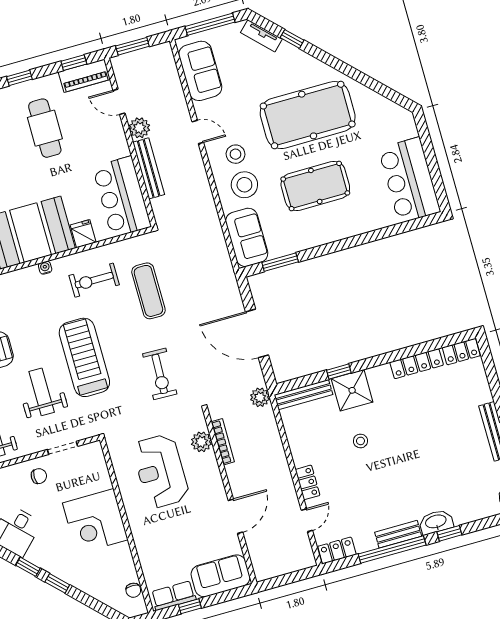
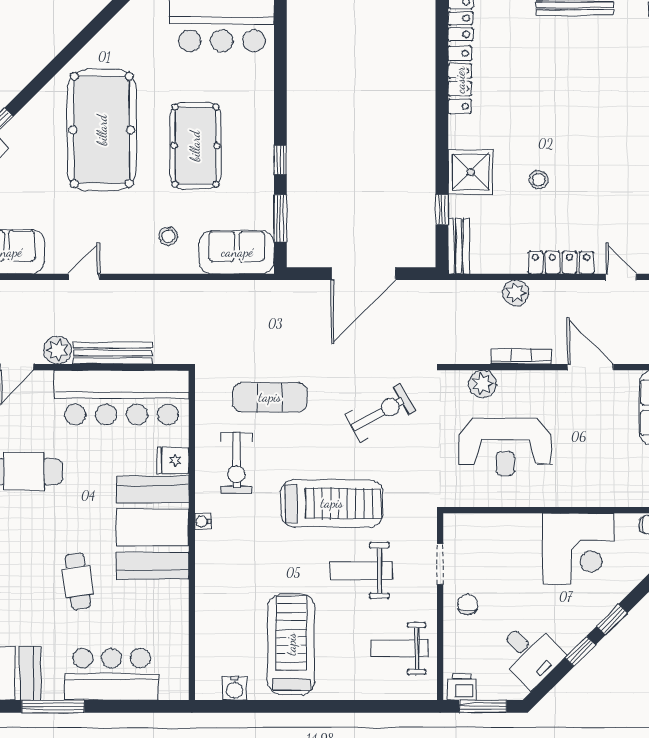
stool: (235, 154) -> (126, 236), removed
stool: (244, 185) -> (168, 236), width x0.53, depth x0.53
bar counter: (122, 197) -> (122, 398), width x1.36
window: (322, 250) -> (280, 160), added
treadmill: (84, 357) -> (332, 503), turned 180
window: (339, 372) -> (442, 210), moved
exercise bike: (160, 374) -> (380, 413), turned -31
bench: (303, 395) -> (459, 246), width x0.73
plant: (260, 397) -> (516, 293), moved
bookcase: (223, 442) -> (521, 356), moved
locker: (307, 482) -> (561, 263), width x1.53
corner desk: (95, 521) -> (578, 549), moved

